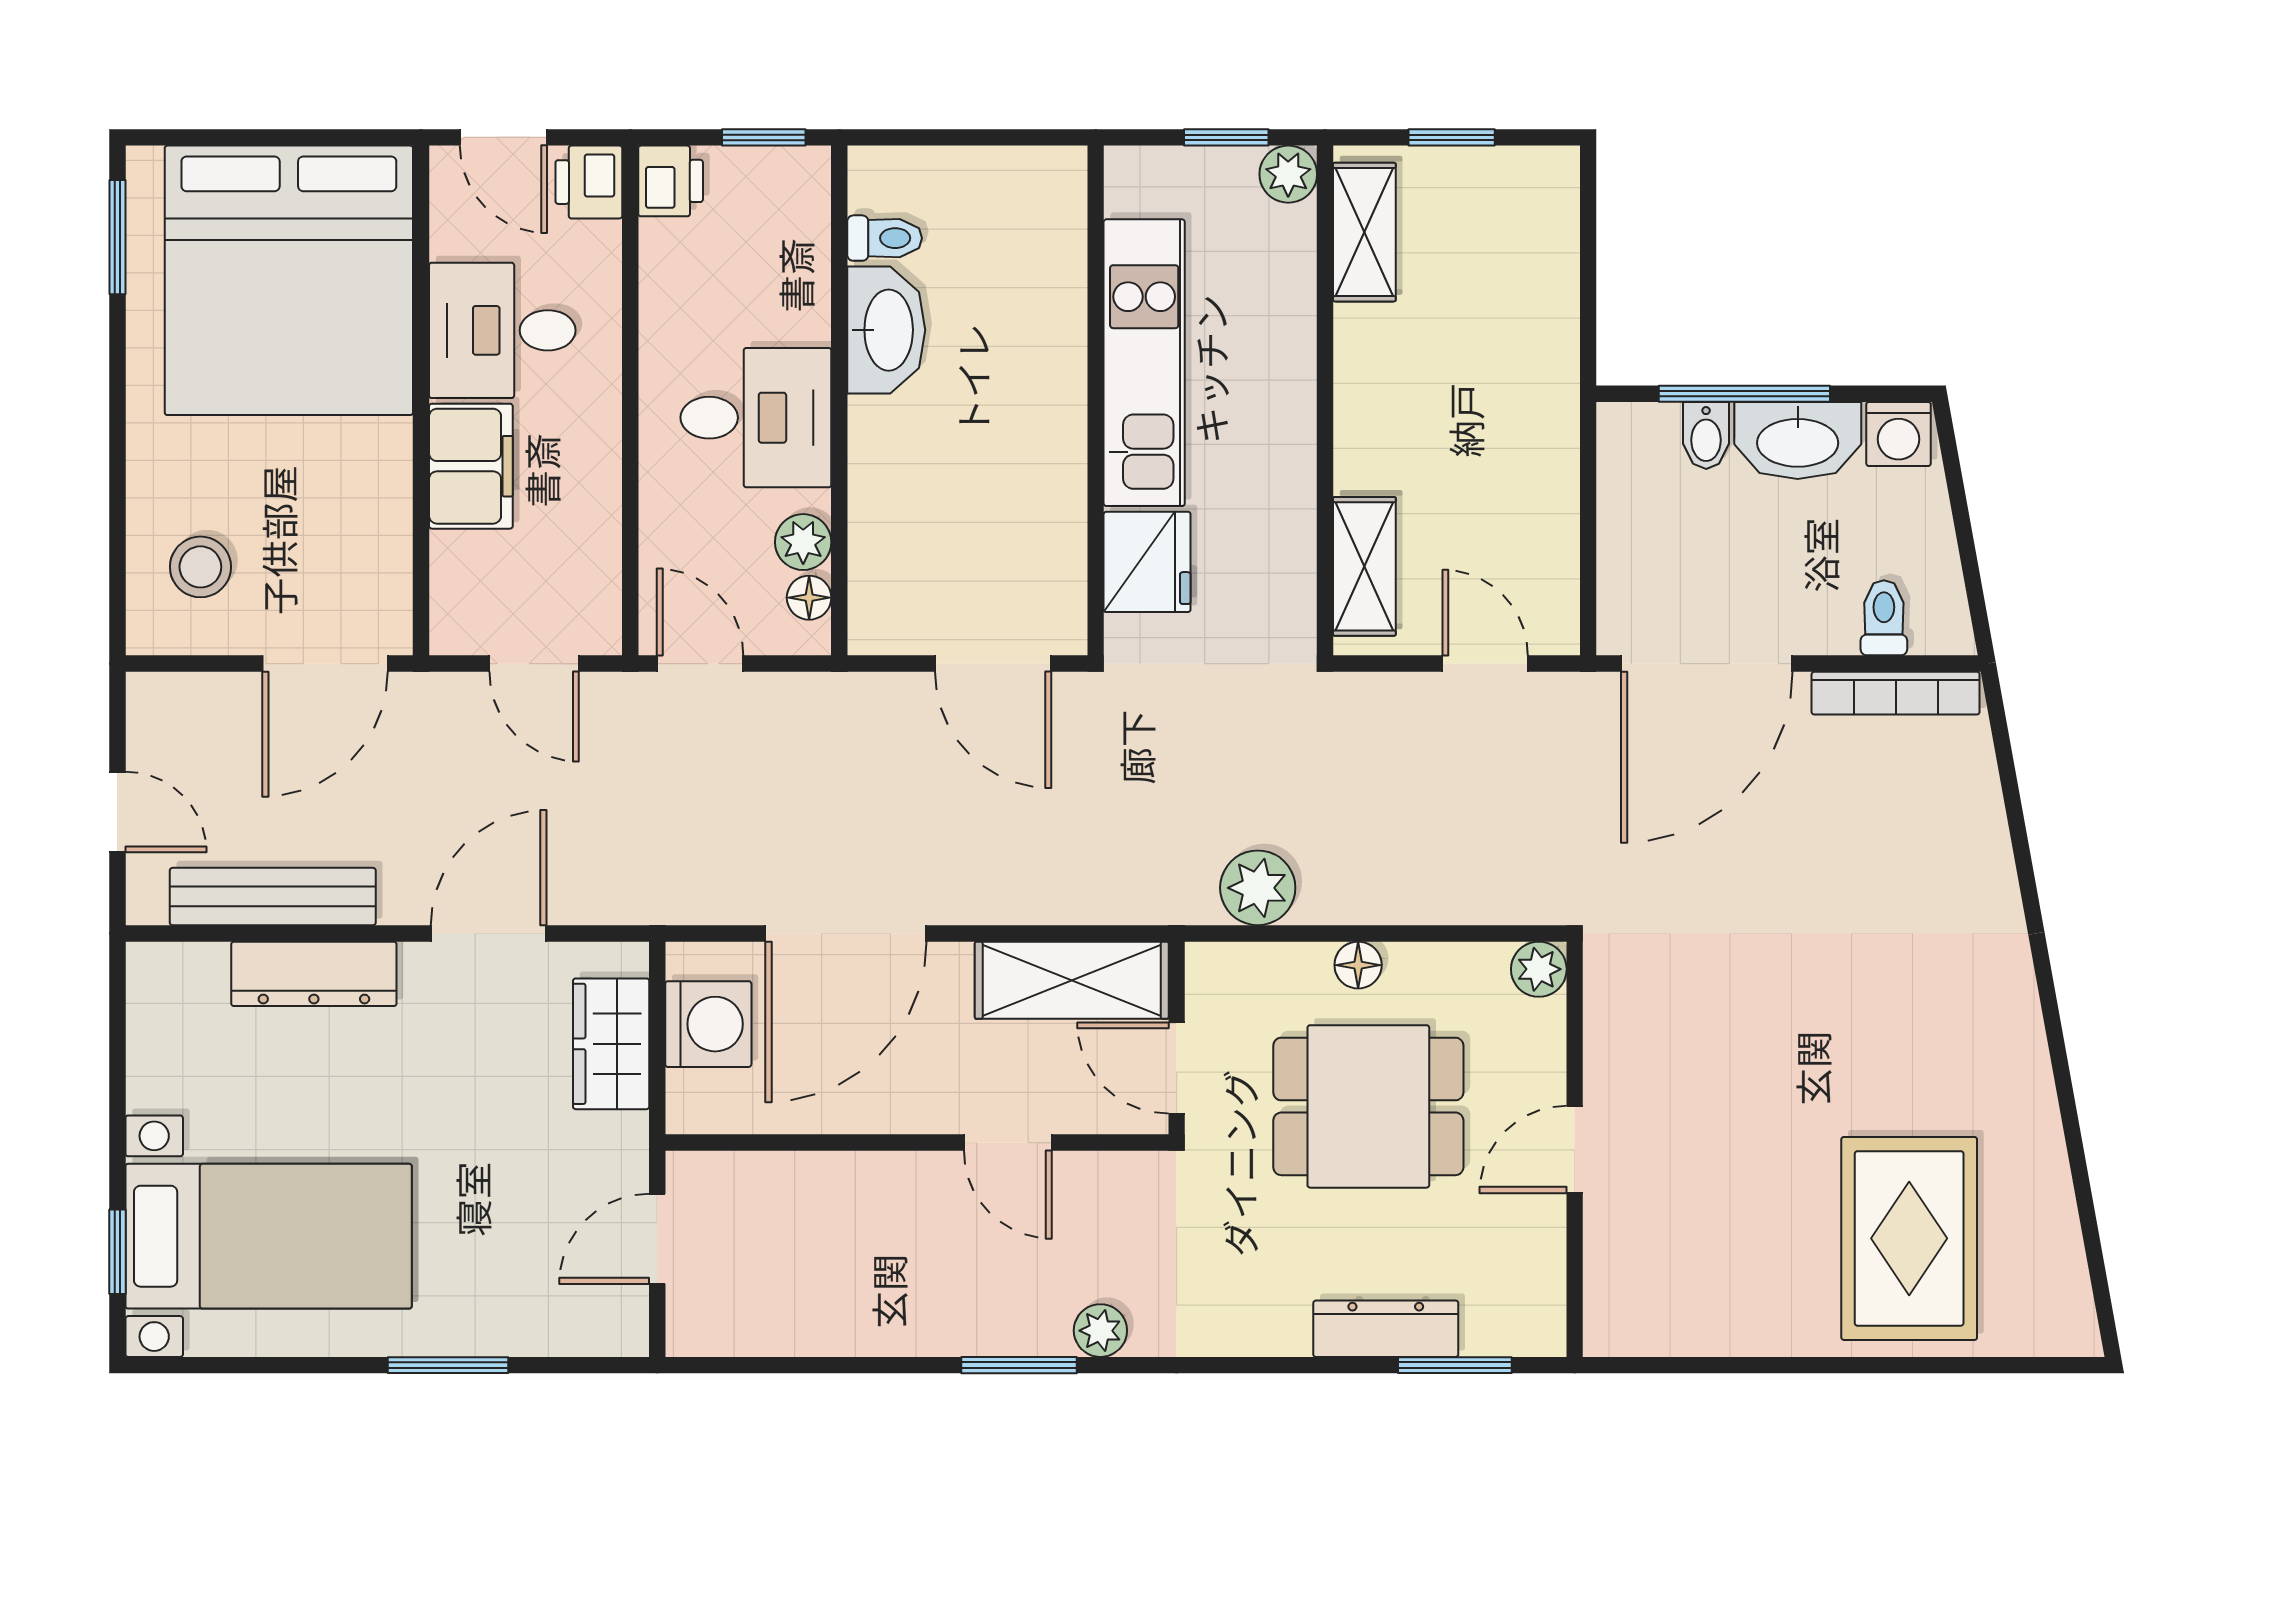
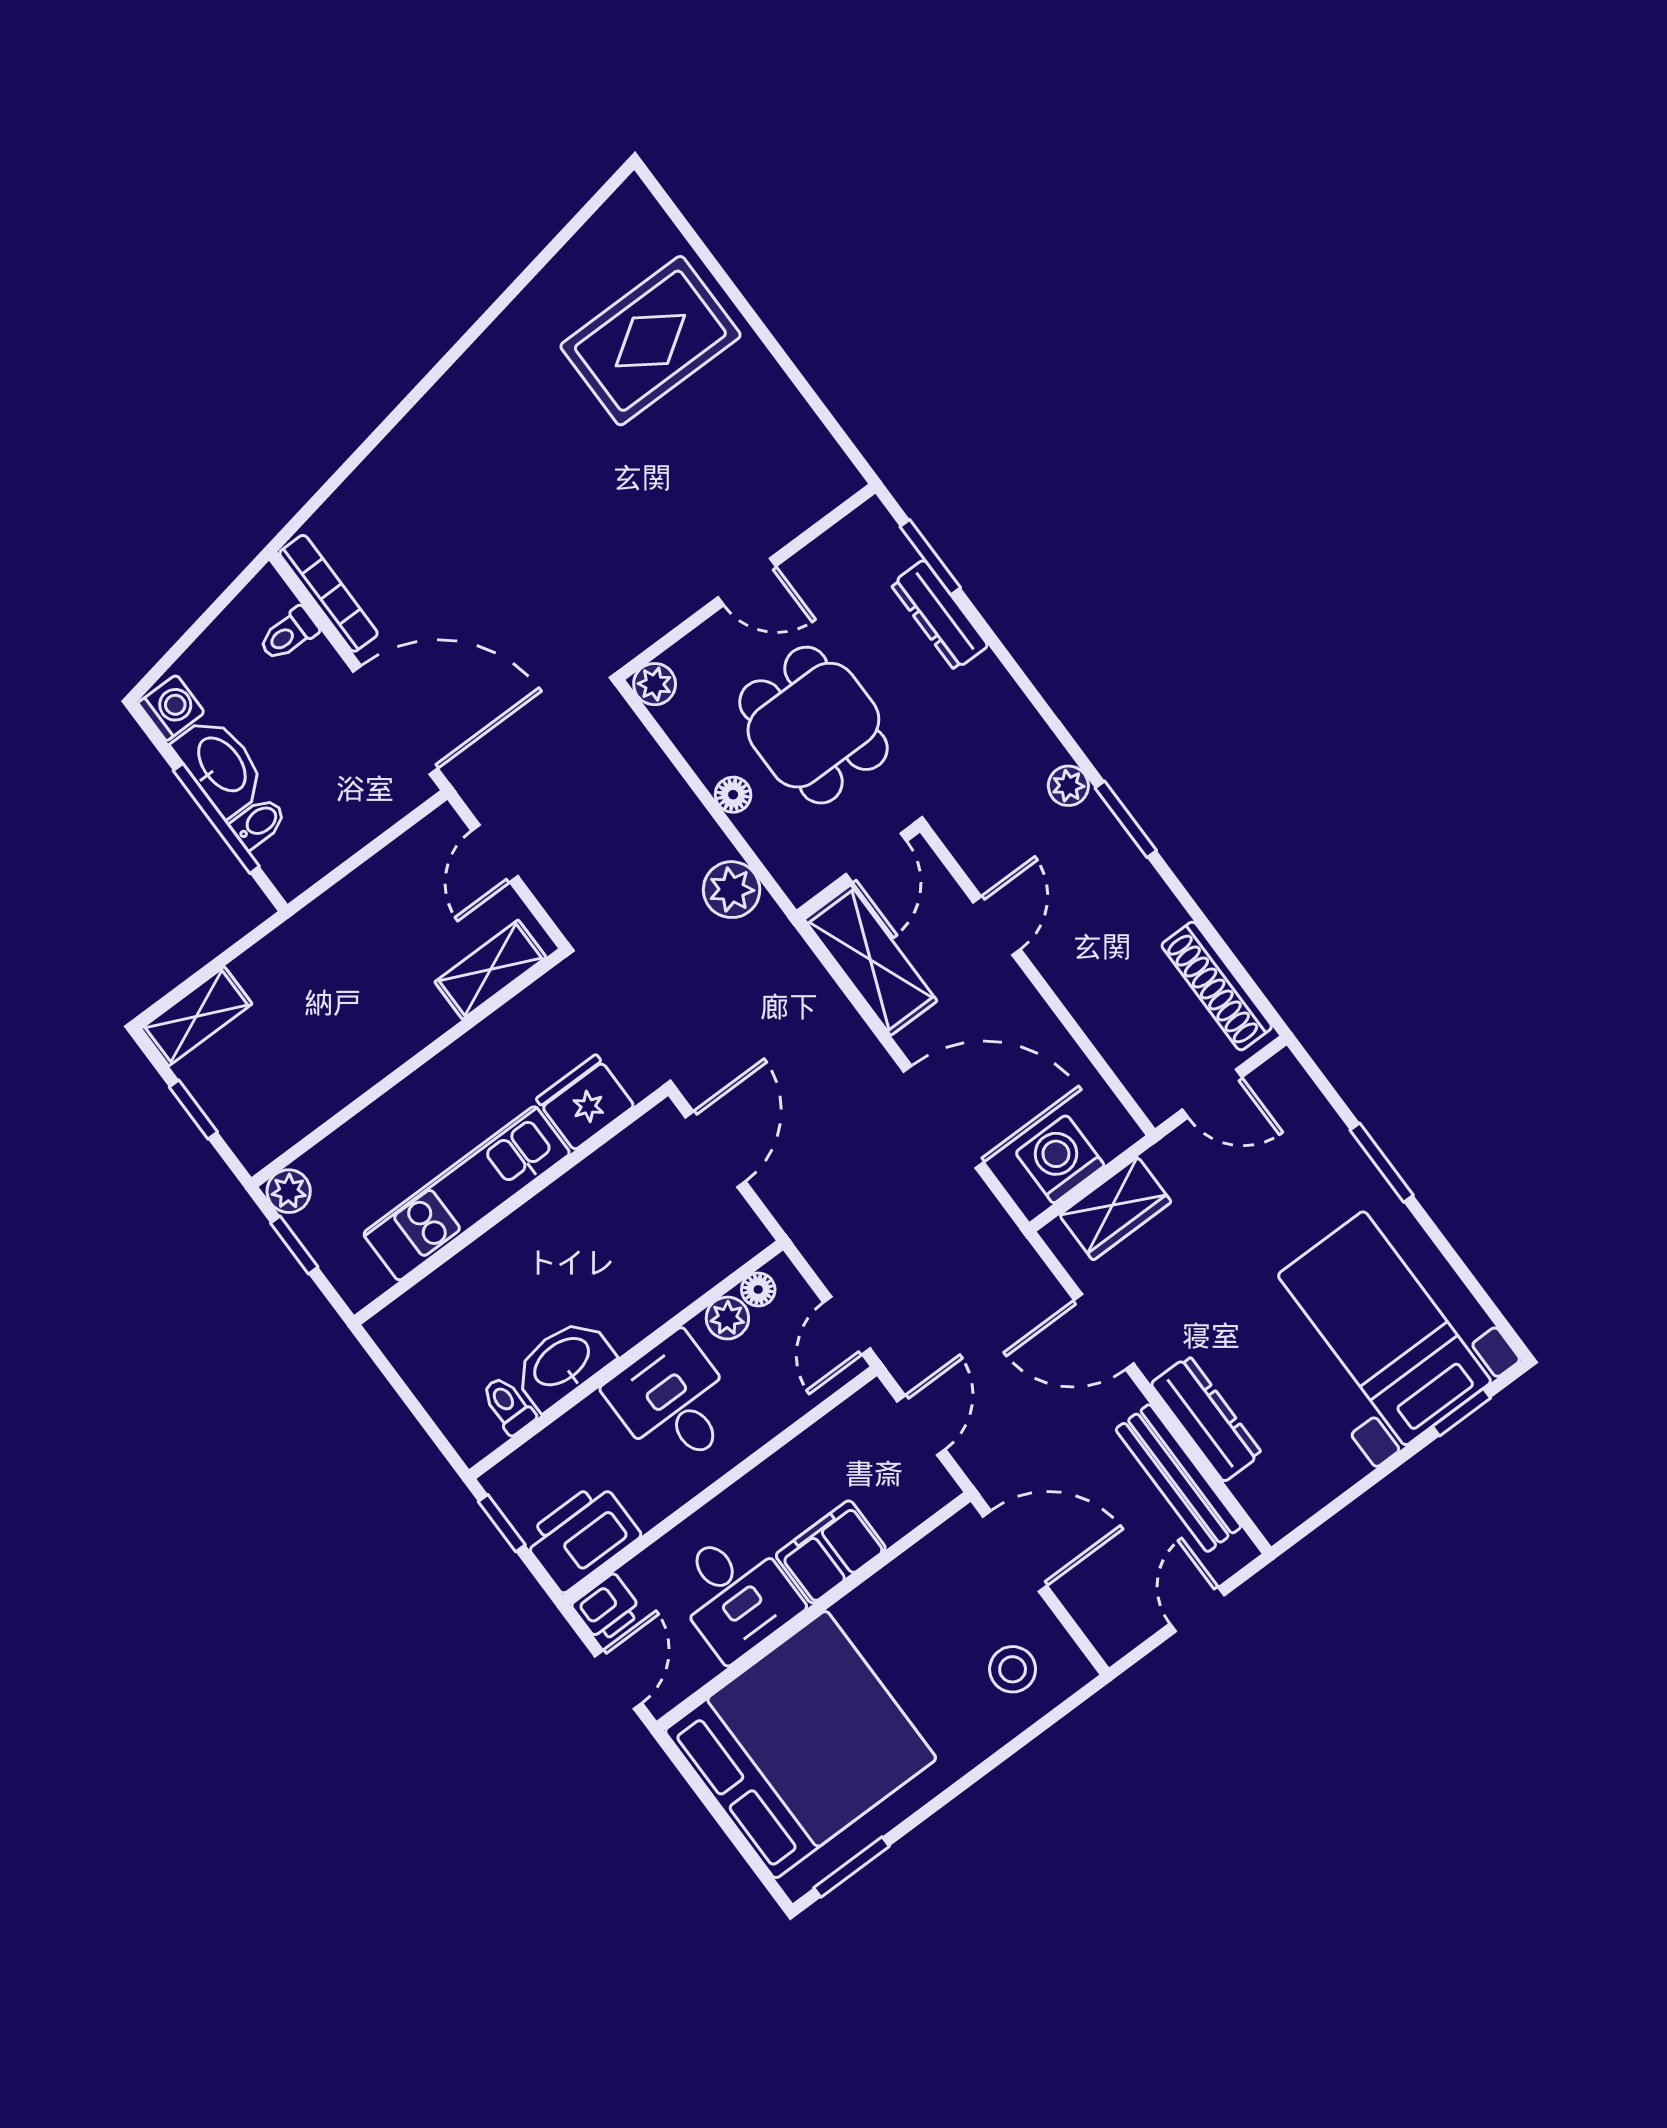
printer: (671, 181) -> (581, 1536), width x1.87, depth x1.48
shelving: (1364, 232) -> (196, 1016), moved
shoe rack: (768, 1330) -> (1217, 986), added

